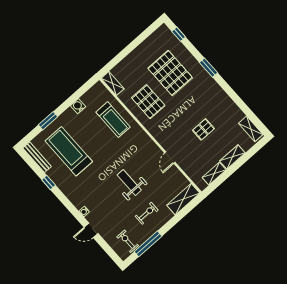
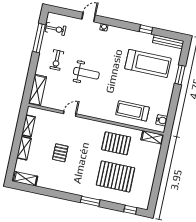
water cooler: (78, 106) -> (162, 120), moved
door: (170, 158) -> (70, 114), hinge flipped

